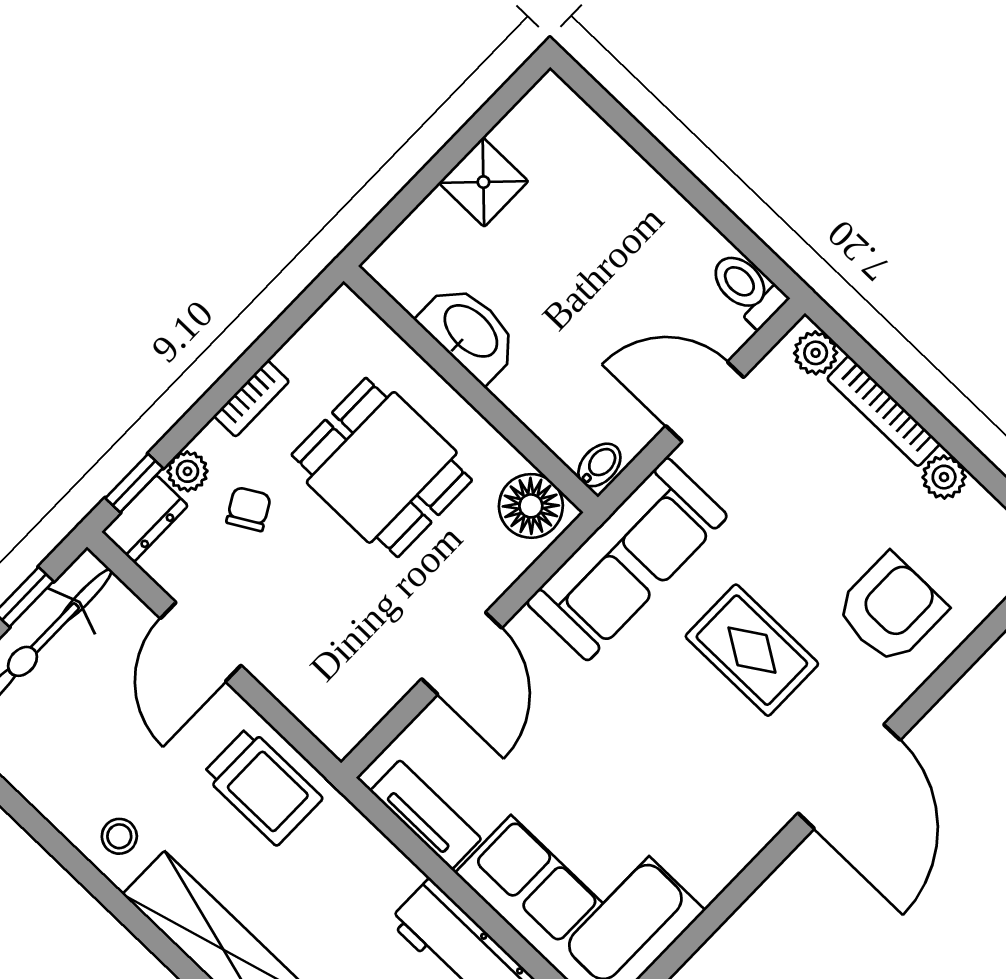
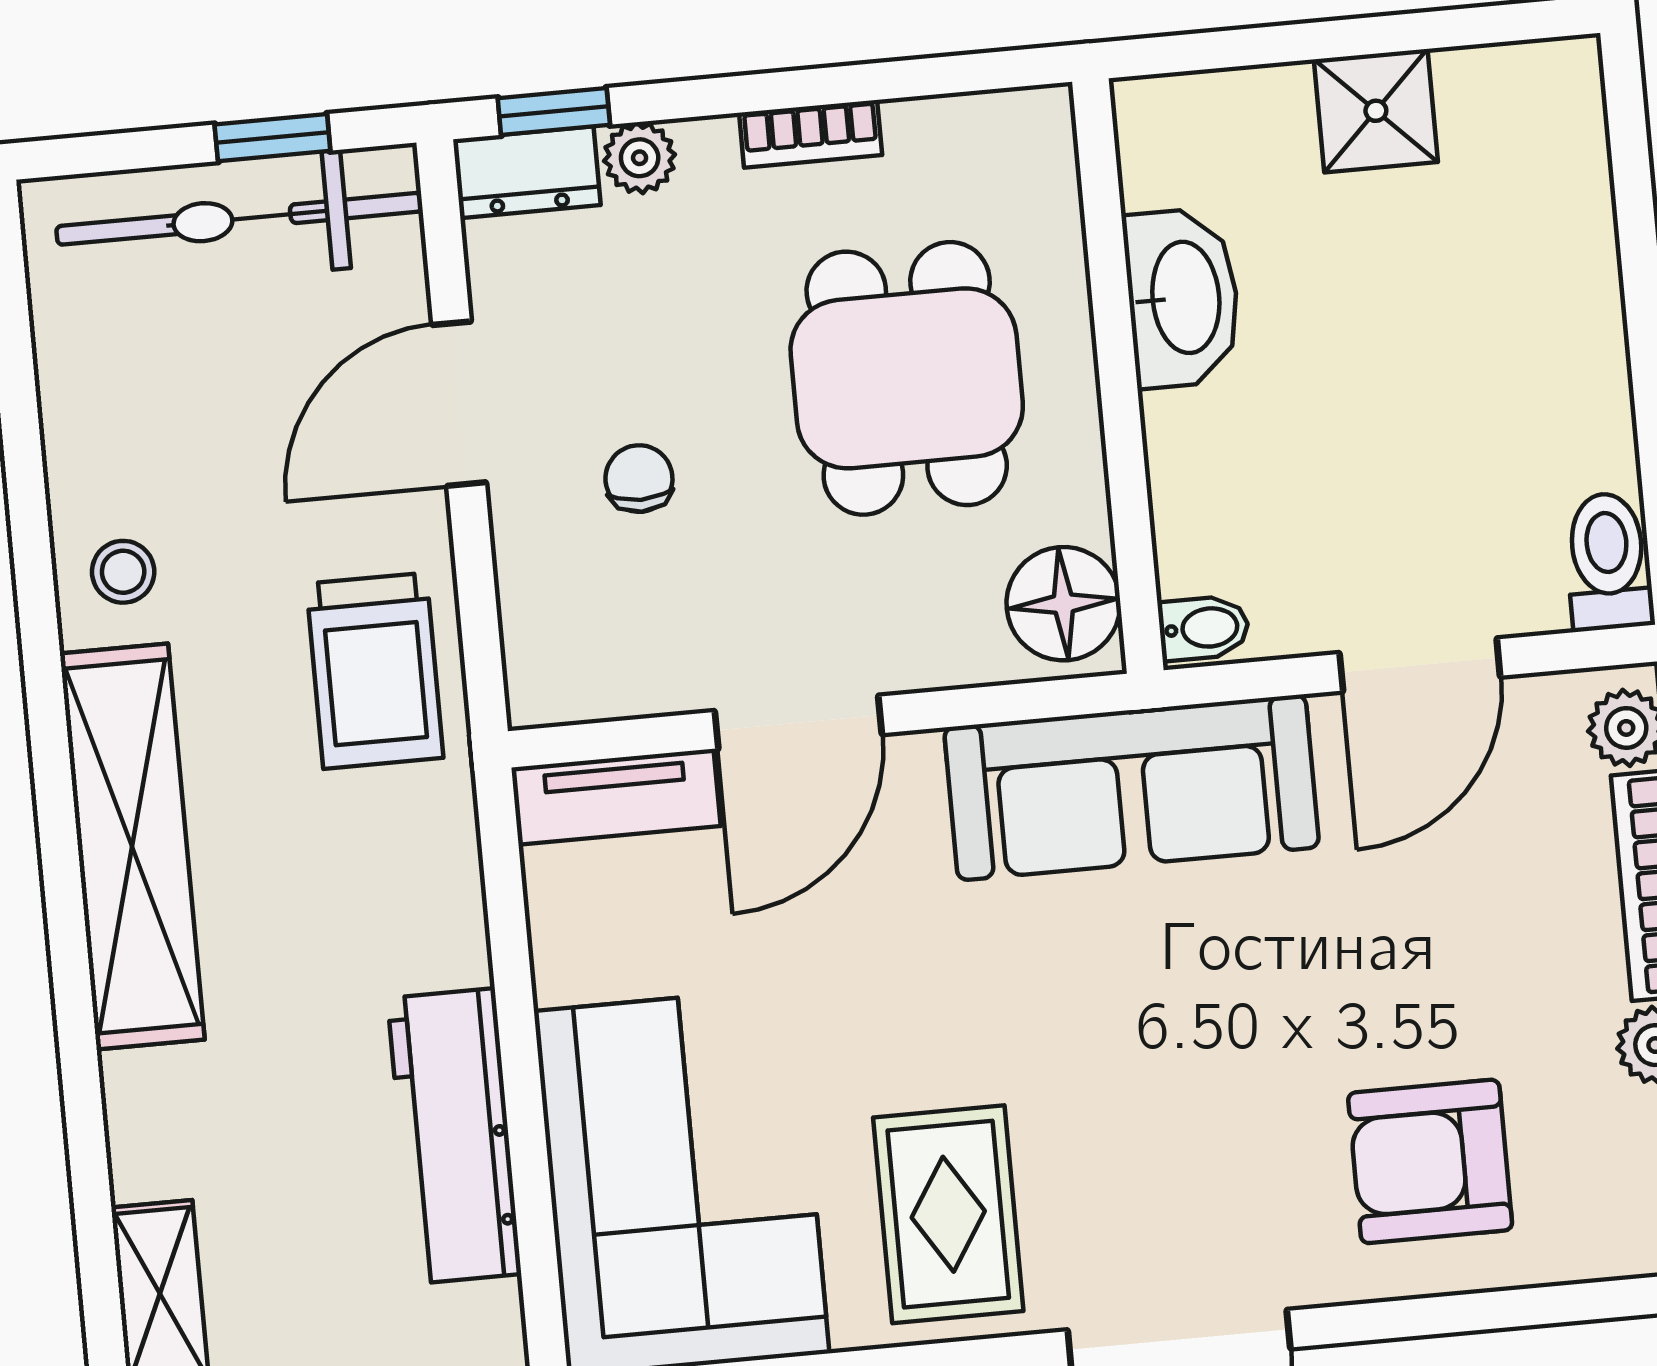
door: (705, 402) -> (1420, 665), swing flipped
chair: (249, 509) -> (639, 479), moved, turned -60
armchair: (891, 609) -> (1430, 1161), turned 180
rug: (752, 650) -> (948, 1214), moved
tv unit: (426, 815) -> (616, 797), moved, turned 90

